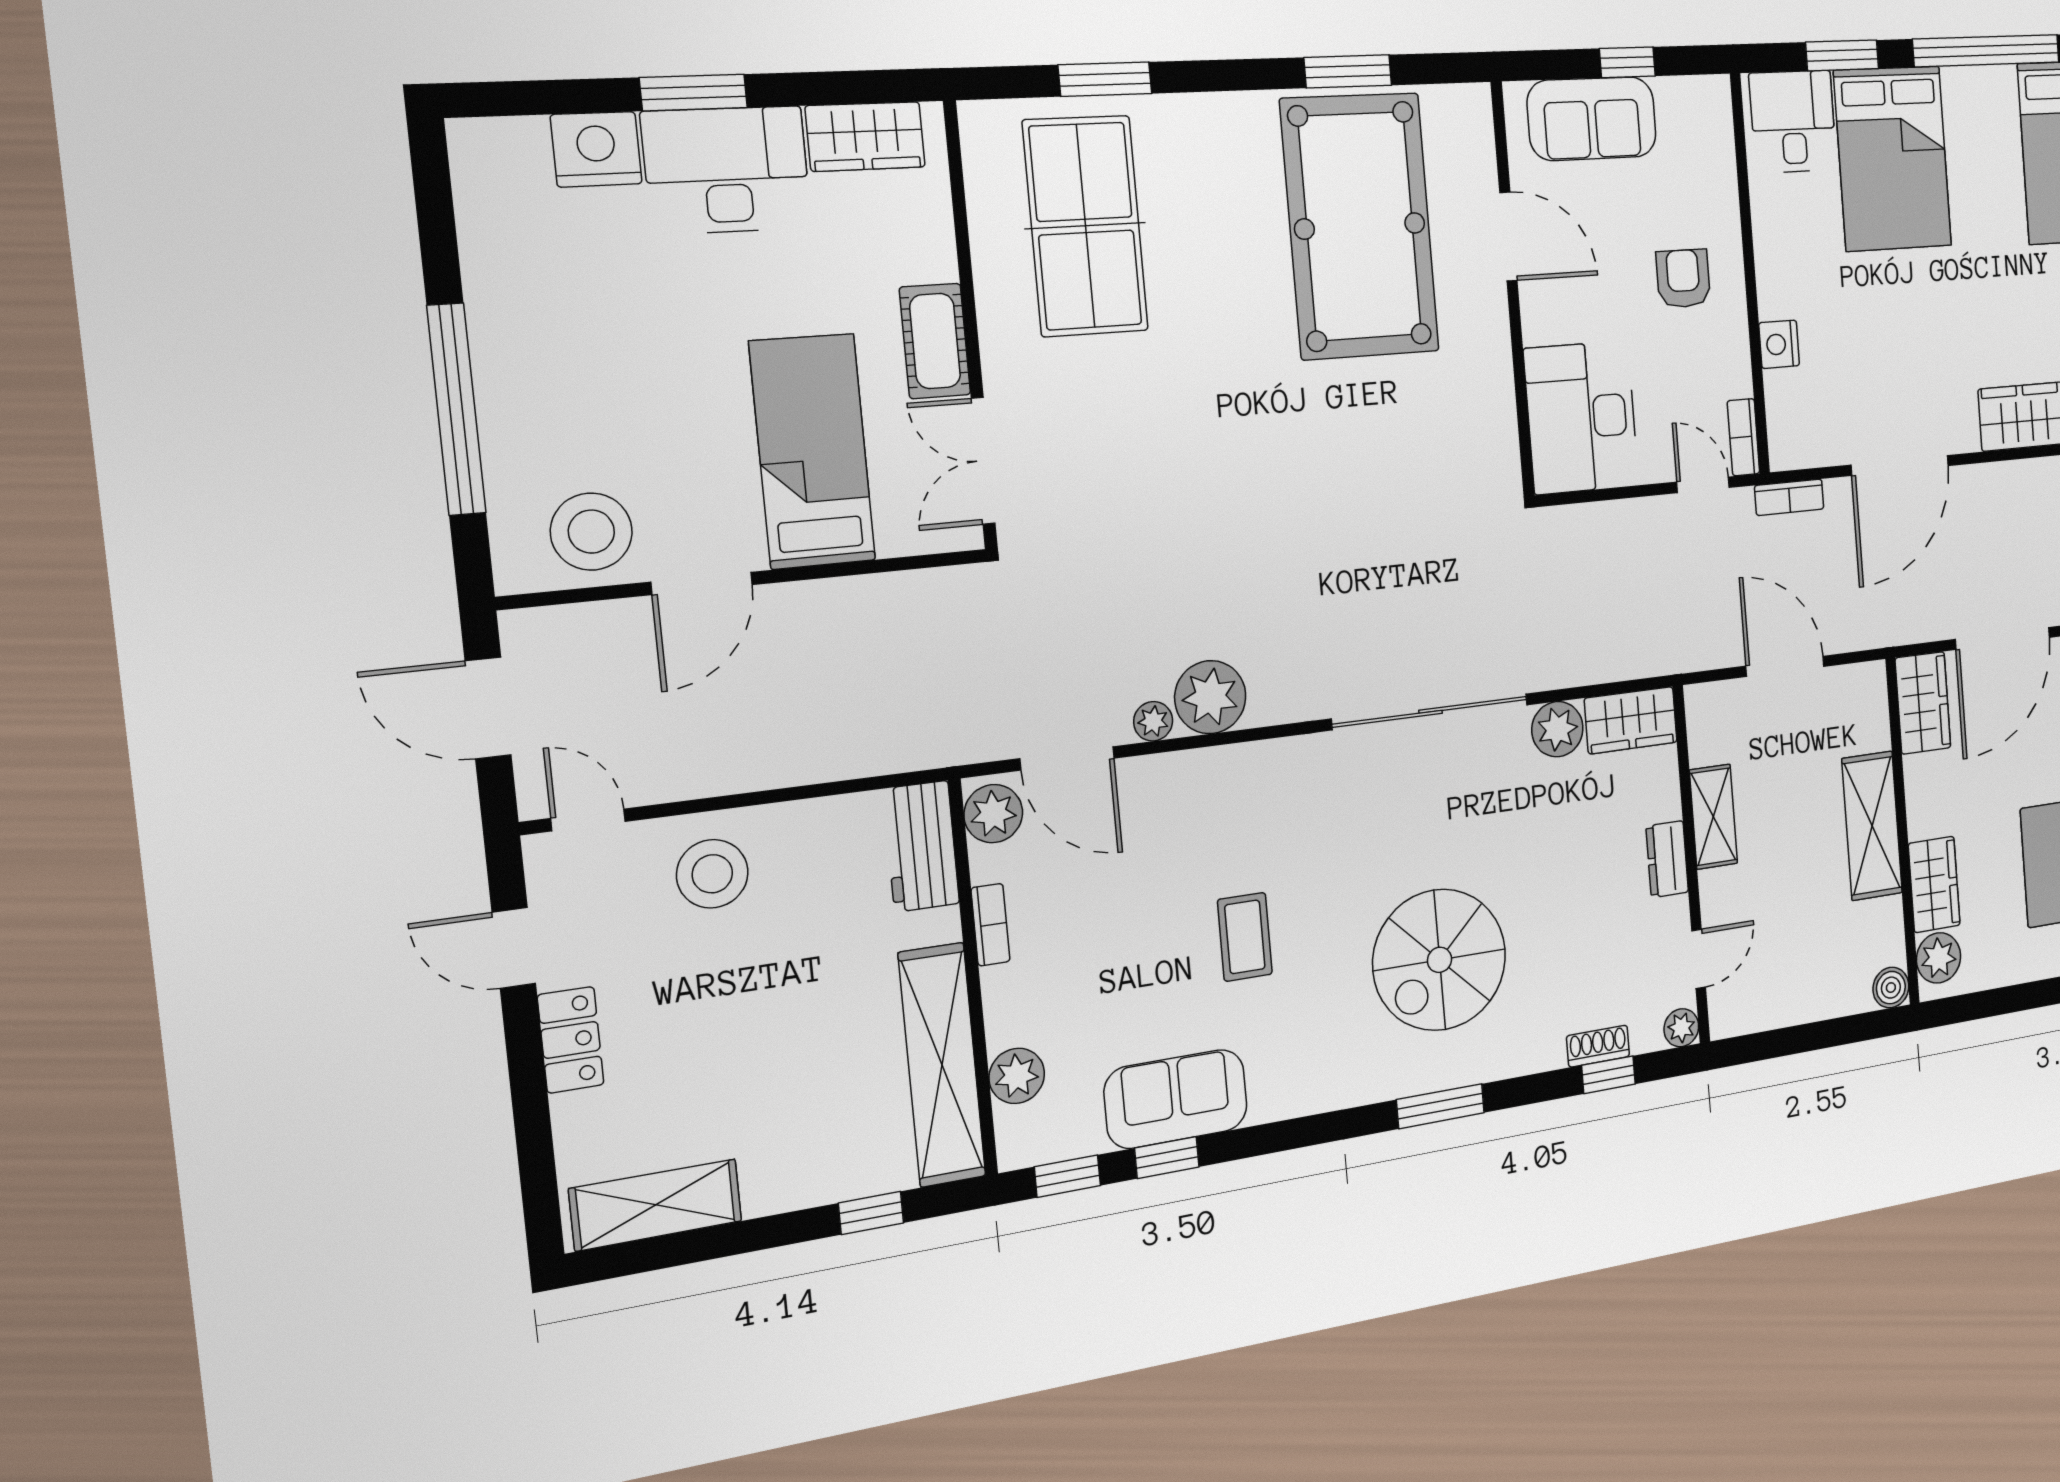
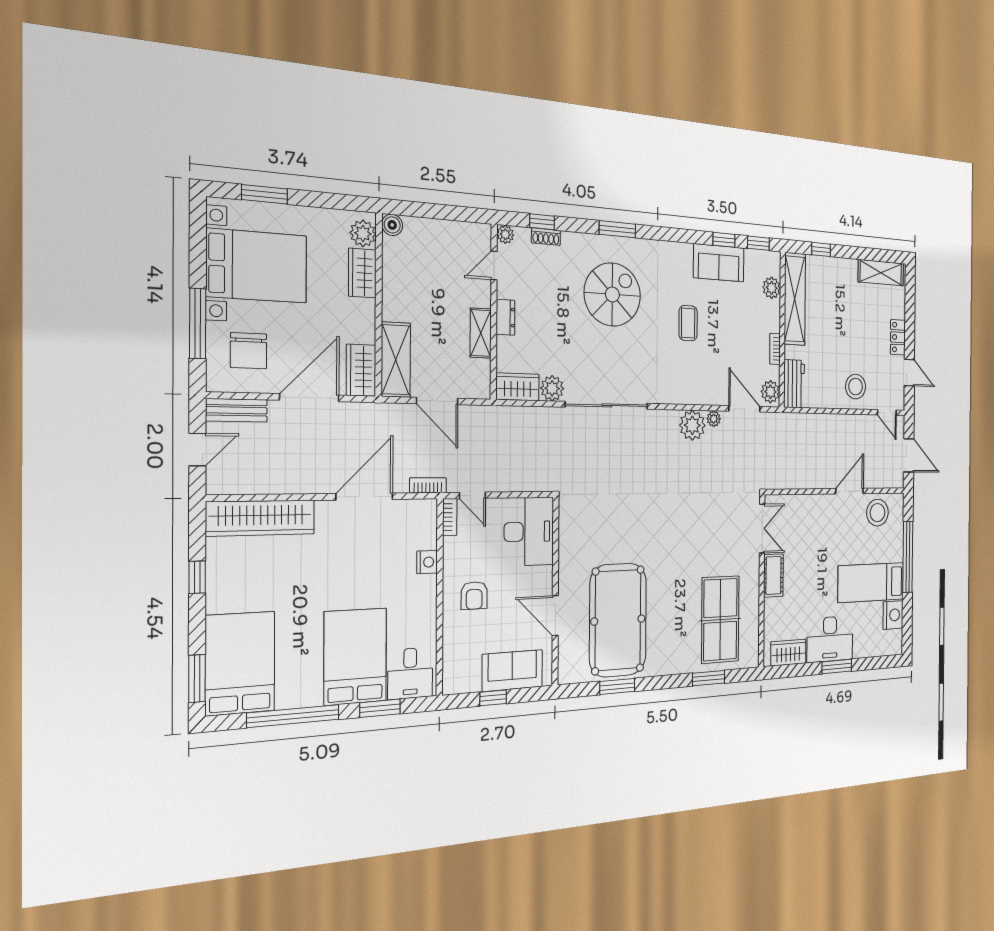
nightstand: (596, 149) -> (893, 615), moved, turned -90
bed: (812, 451) -> (871, 583), moved, turned 90
shelving: (1872, 826) -> (396, 360), moved

